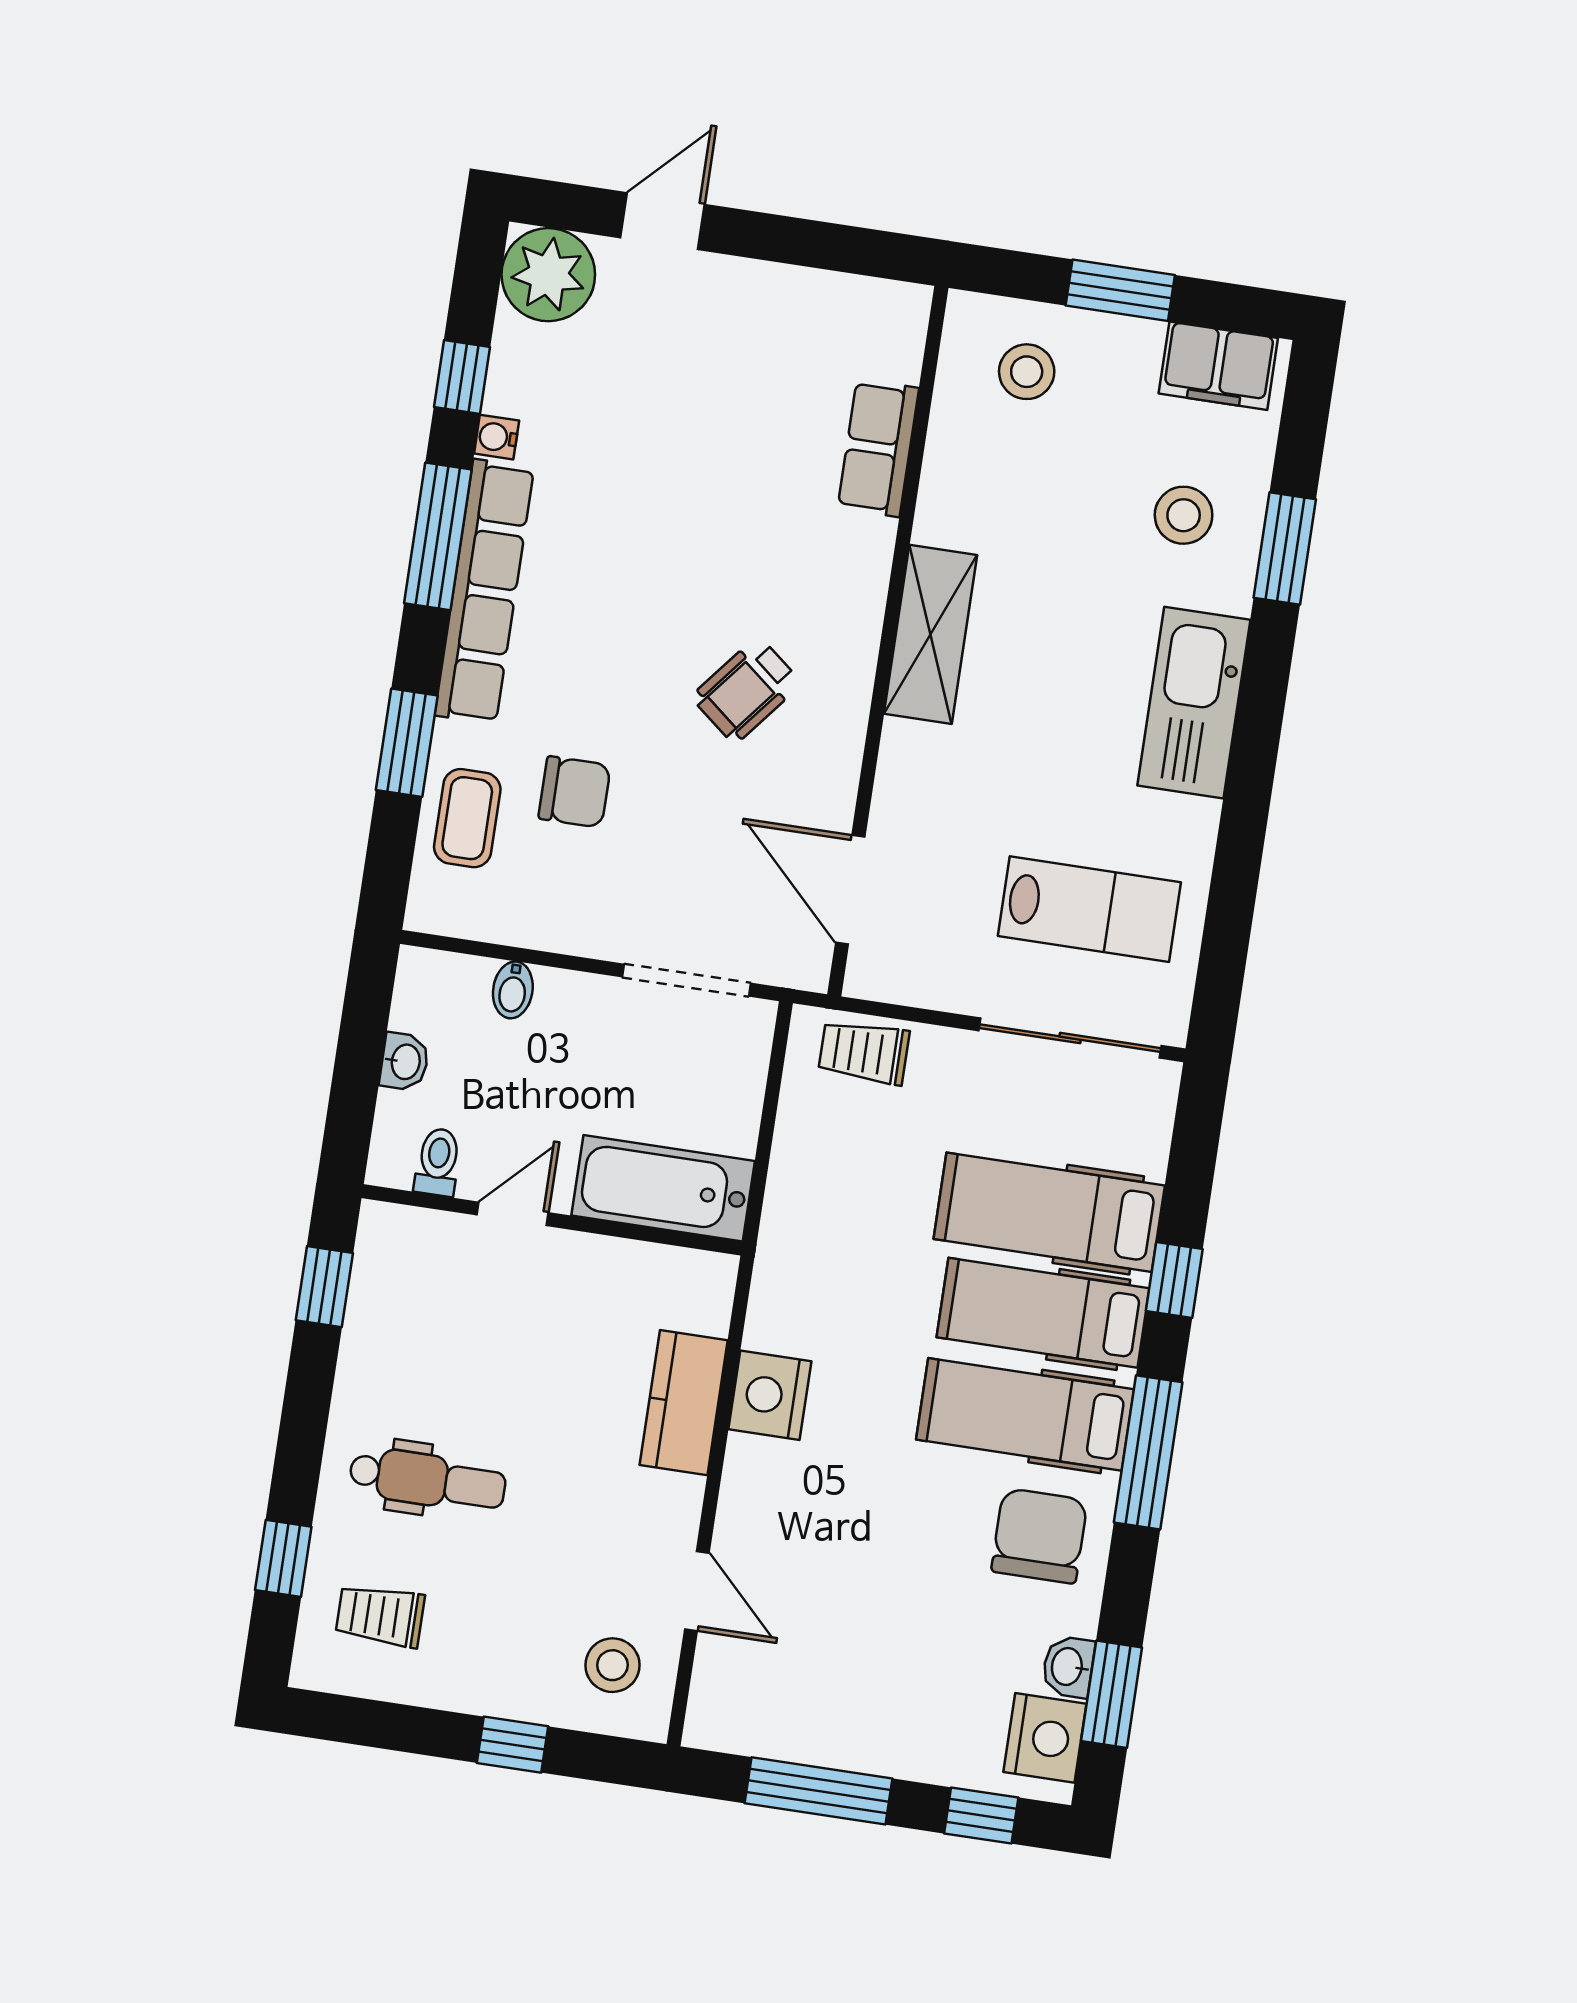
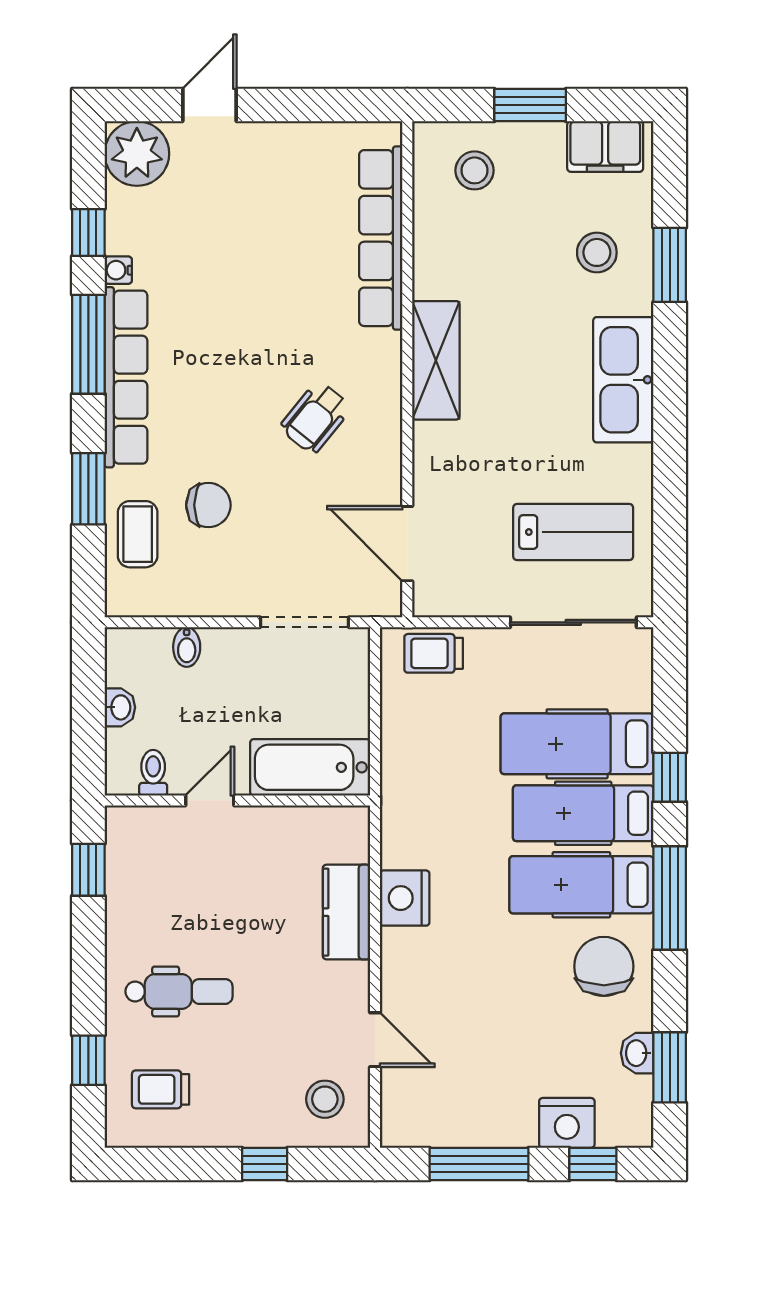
row of seats: (878, 448) -> (381, 238), width x2.02
nightstand: (1045, 1738) -> (567, 1123), moved, turned 90

